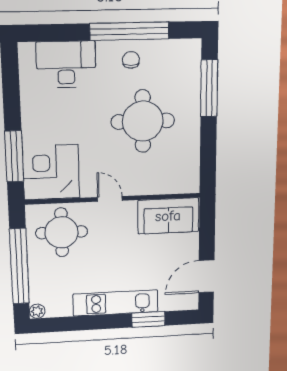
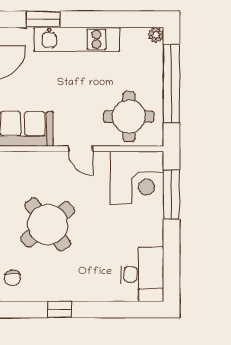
window: (129, 31) -> (60, 309), width x0.32
chair: (131, 60) -> (13, 278), moved
desk: (66, 64) -> (142, 274), moved, turned -90
round table: (143, 121) -> (48, 224), turned -38

